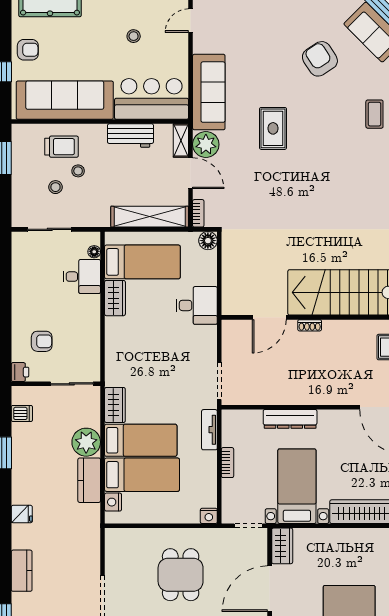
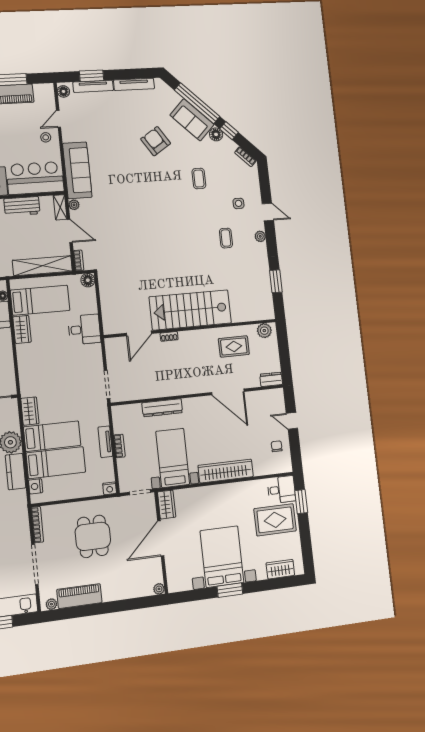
stool: (134, 36) -> (46, 137), moved
rug: (273, 128) -> (127, 194), removed
plant: (206, 144) -> (74, 205), width x0.53, depth x0.53
tv unit: (209, 430) -> (105, 442), moved
bookcase: (111, 551) -> (37, 525), added

